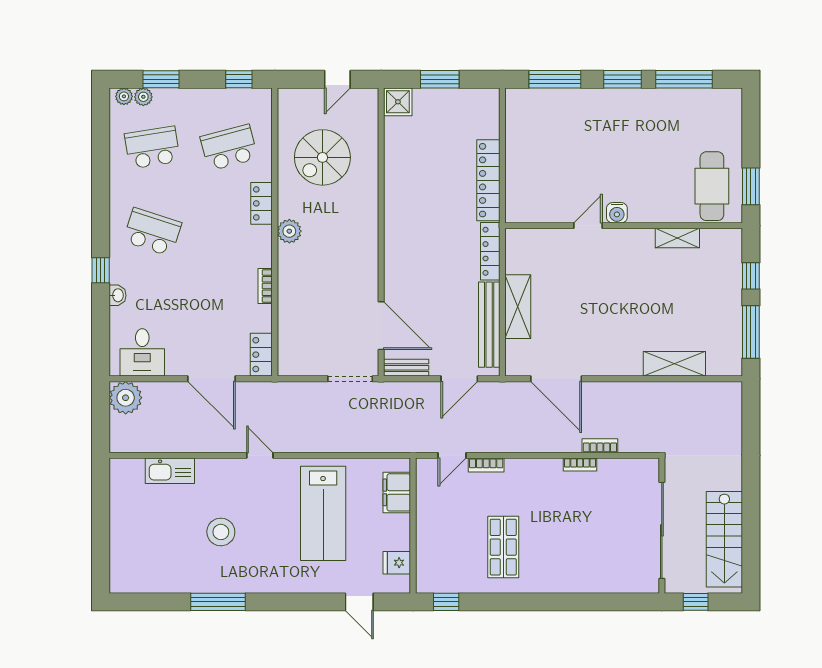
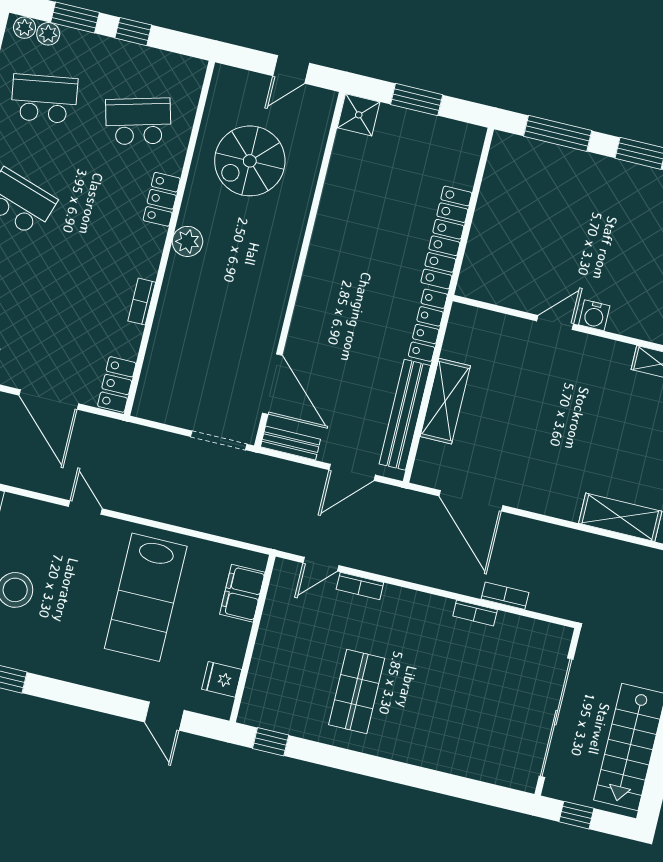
window: (239, 79) -> (133, 32), moved

